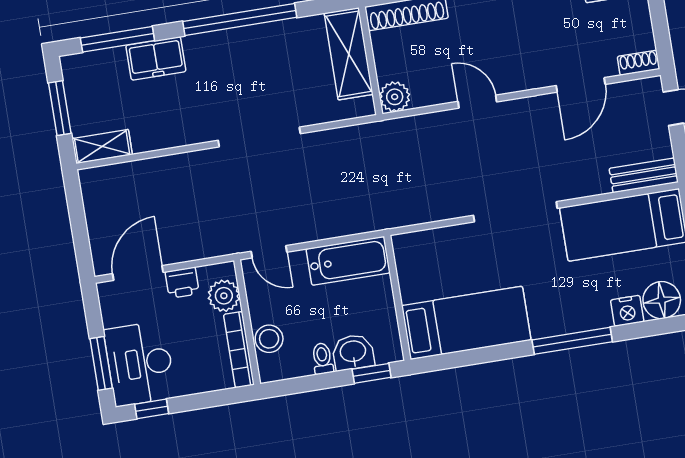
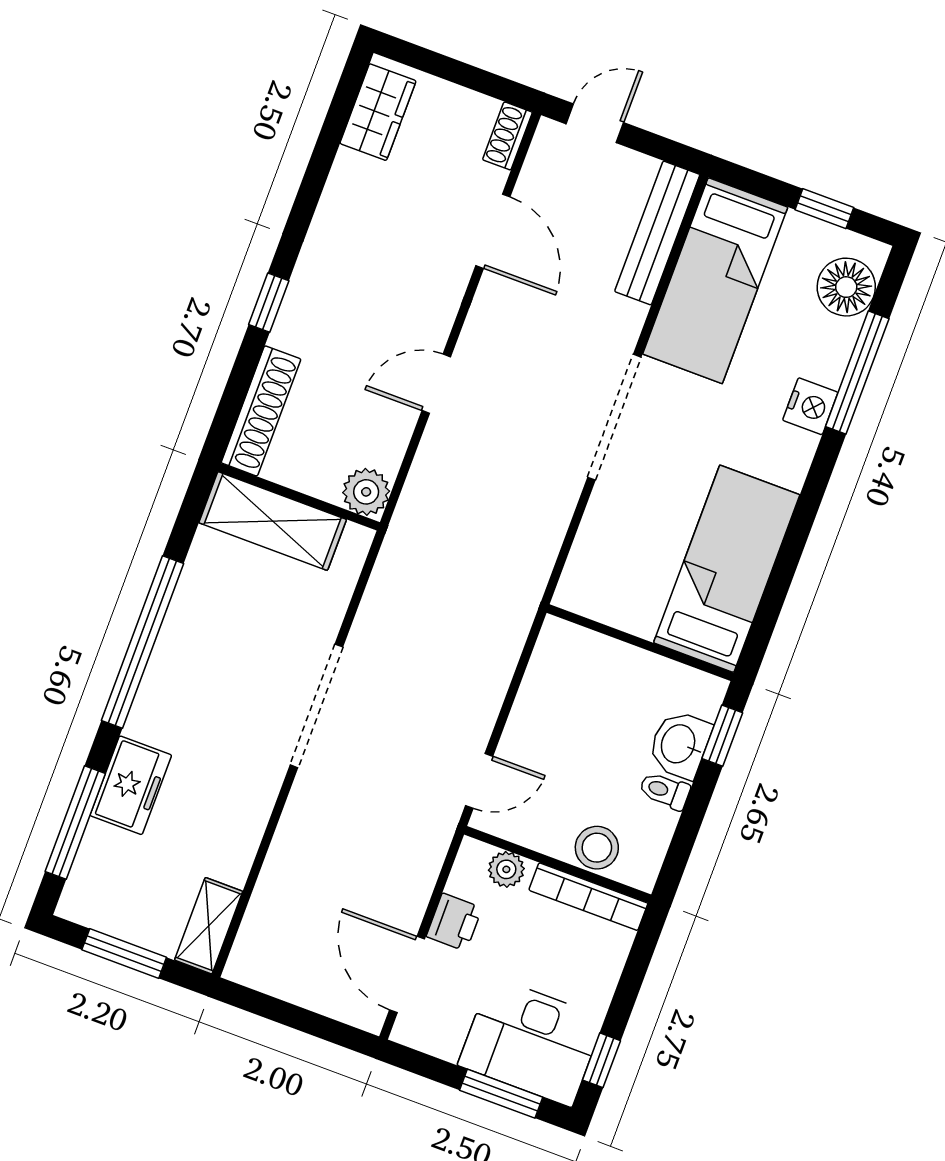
bench: (644, 175) -> (657, 233), width x1.36
bathtub: (348, 261) -> (552, 681), removed
plant: (224, 296) -> (506, 869), width x0.73, depth x0.73
nightstand: (627, 311) -> (810, 406), moved
window: (572, 341) -> (857, 373), moved

